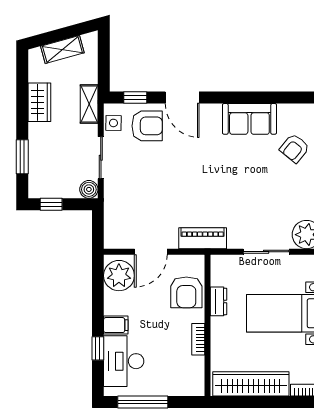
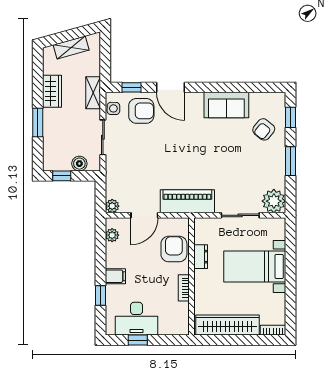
window: (22, 157) -> (38, 123), moved
boiler: (89, 189) -> (79, 164), moved
piano: (203, 238) -> (187, 201), width x1.37, depth x1.33
plant: (112, 241) -> (112, 206), added
plant: (119, 276) -> (112, 235), width x0.53, depth x0.53
armchair: (186, 292) -> (174, 249), turned 180
desk: (124, 361) -> (137, 319), moved, turned -90
window: (143, 402) -> (138, 340), width x0.46

